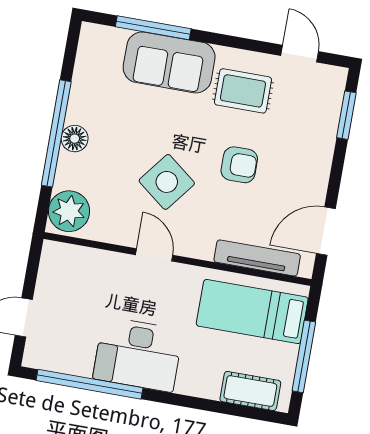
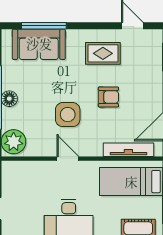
sofa: (169, 62) -> (39, 44), moved
side table: (167, 182) -> (68, 115), turned -38

